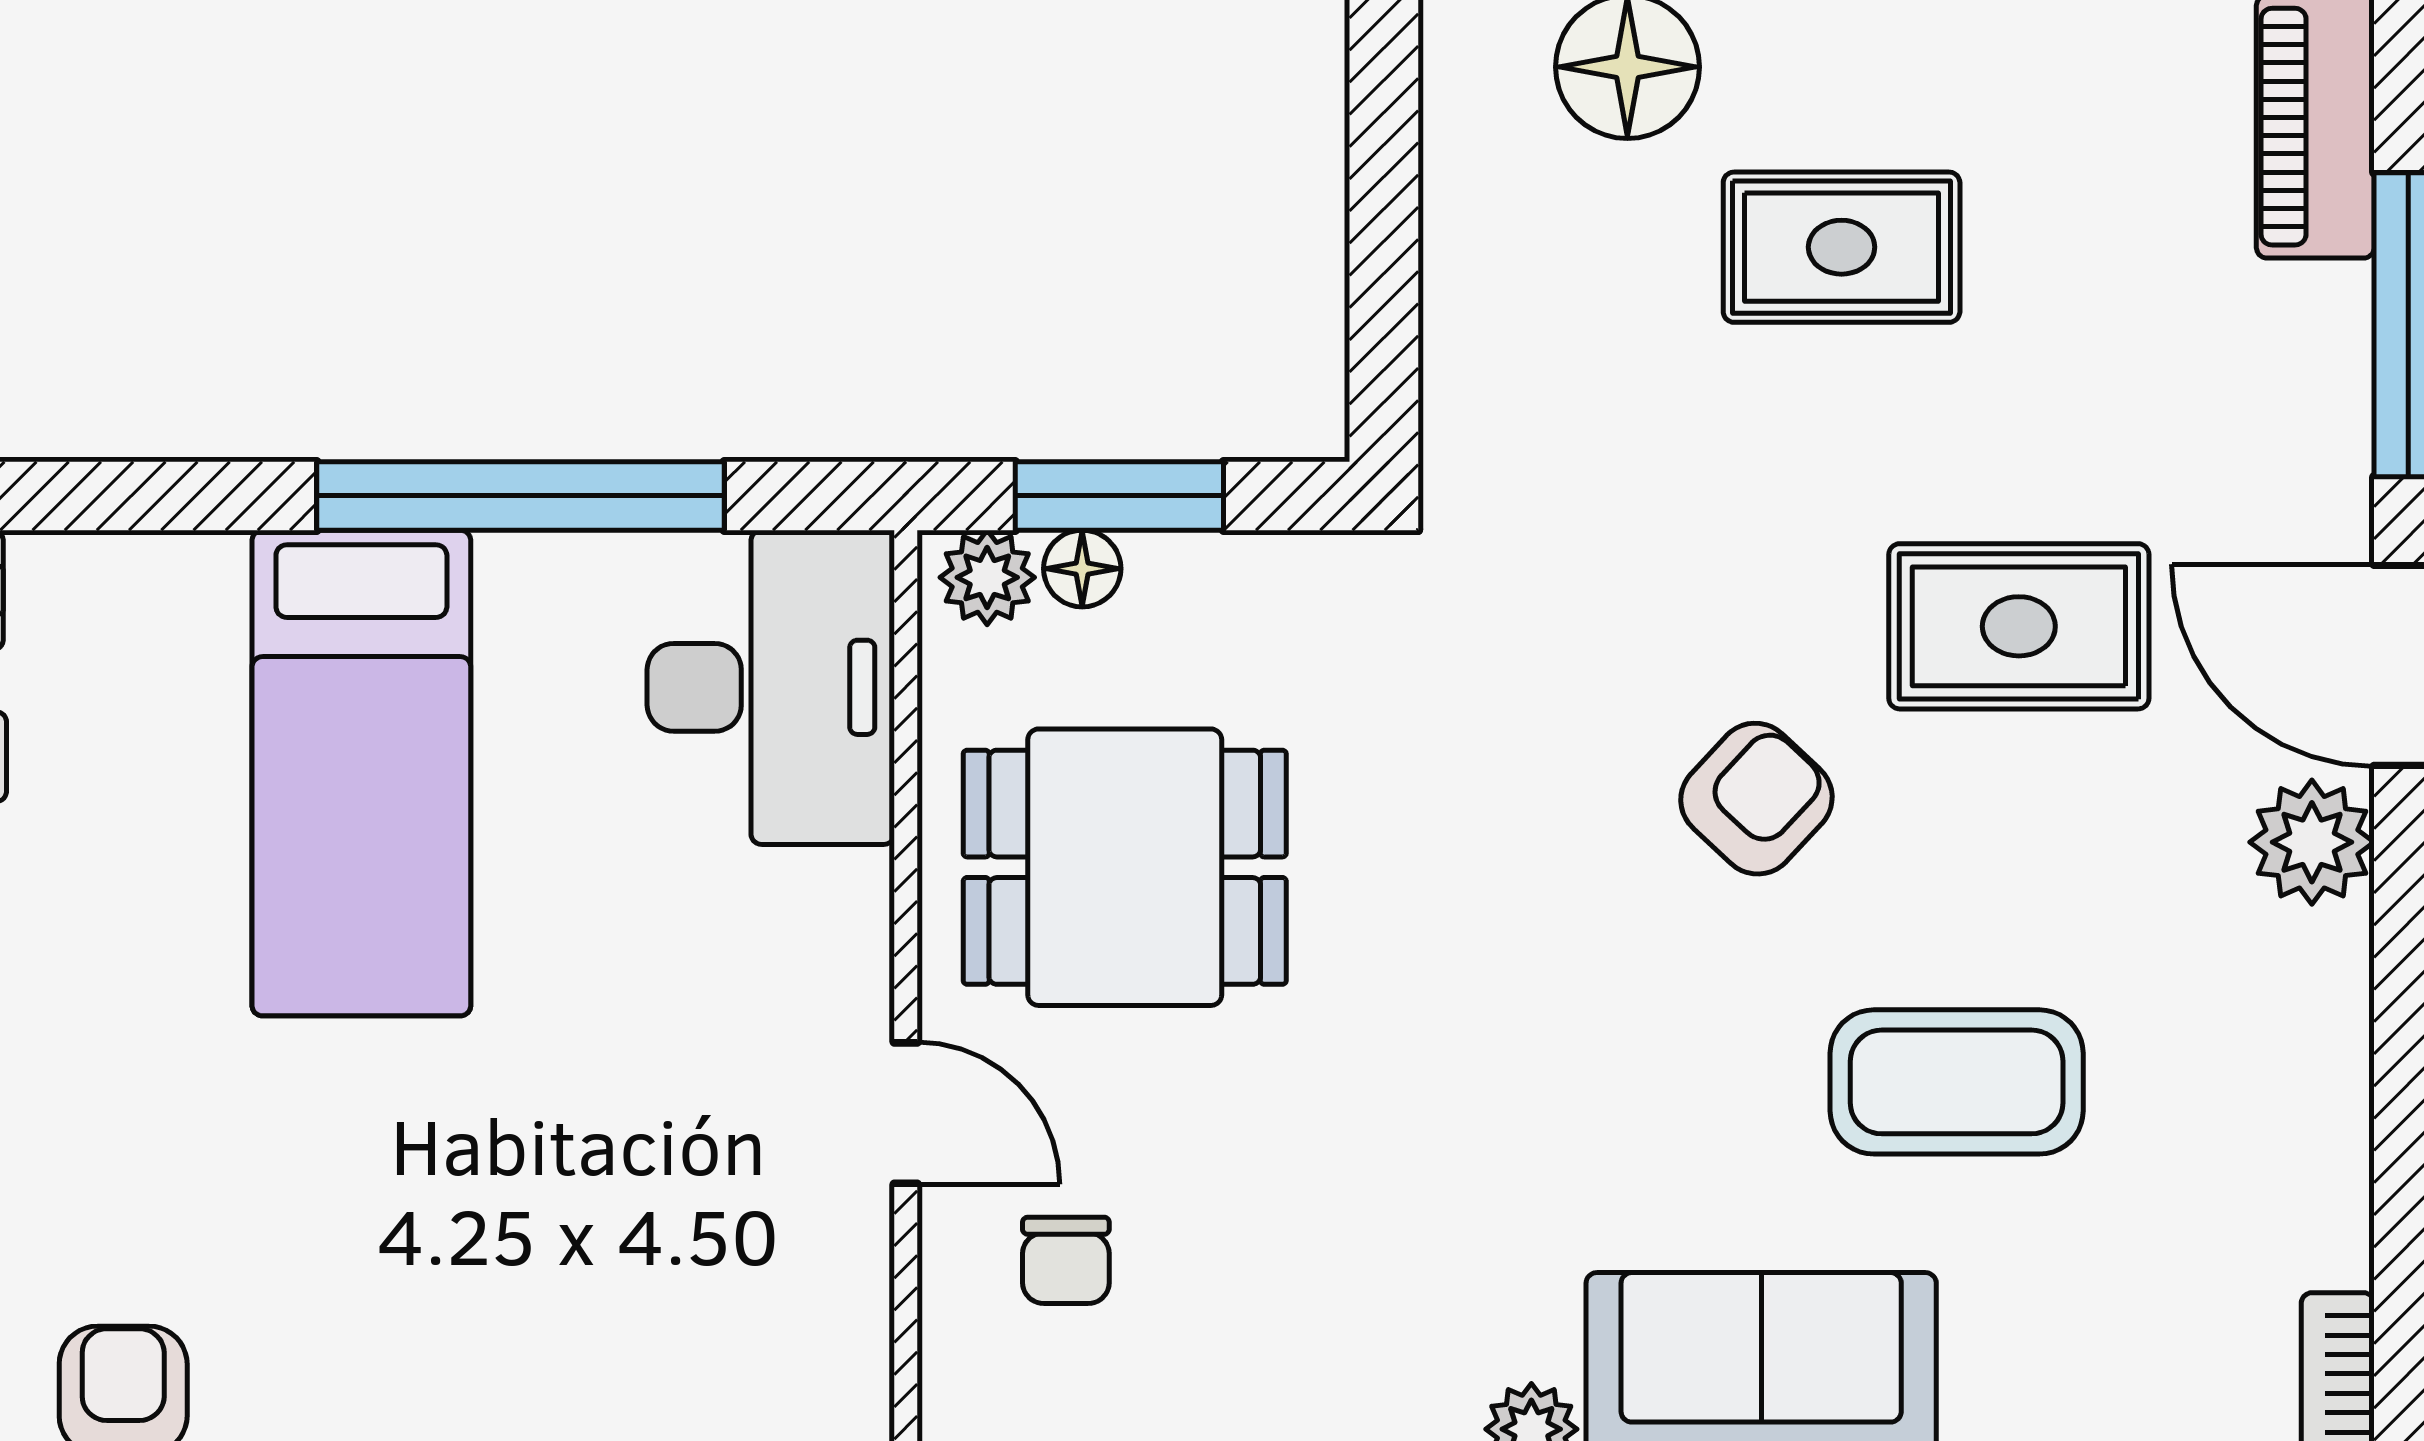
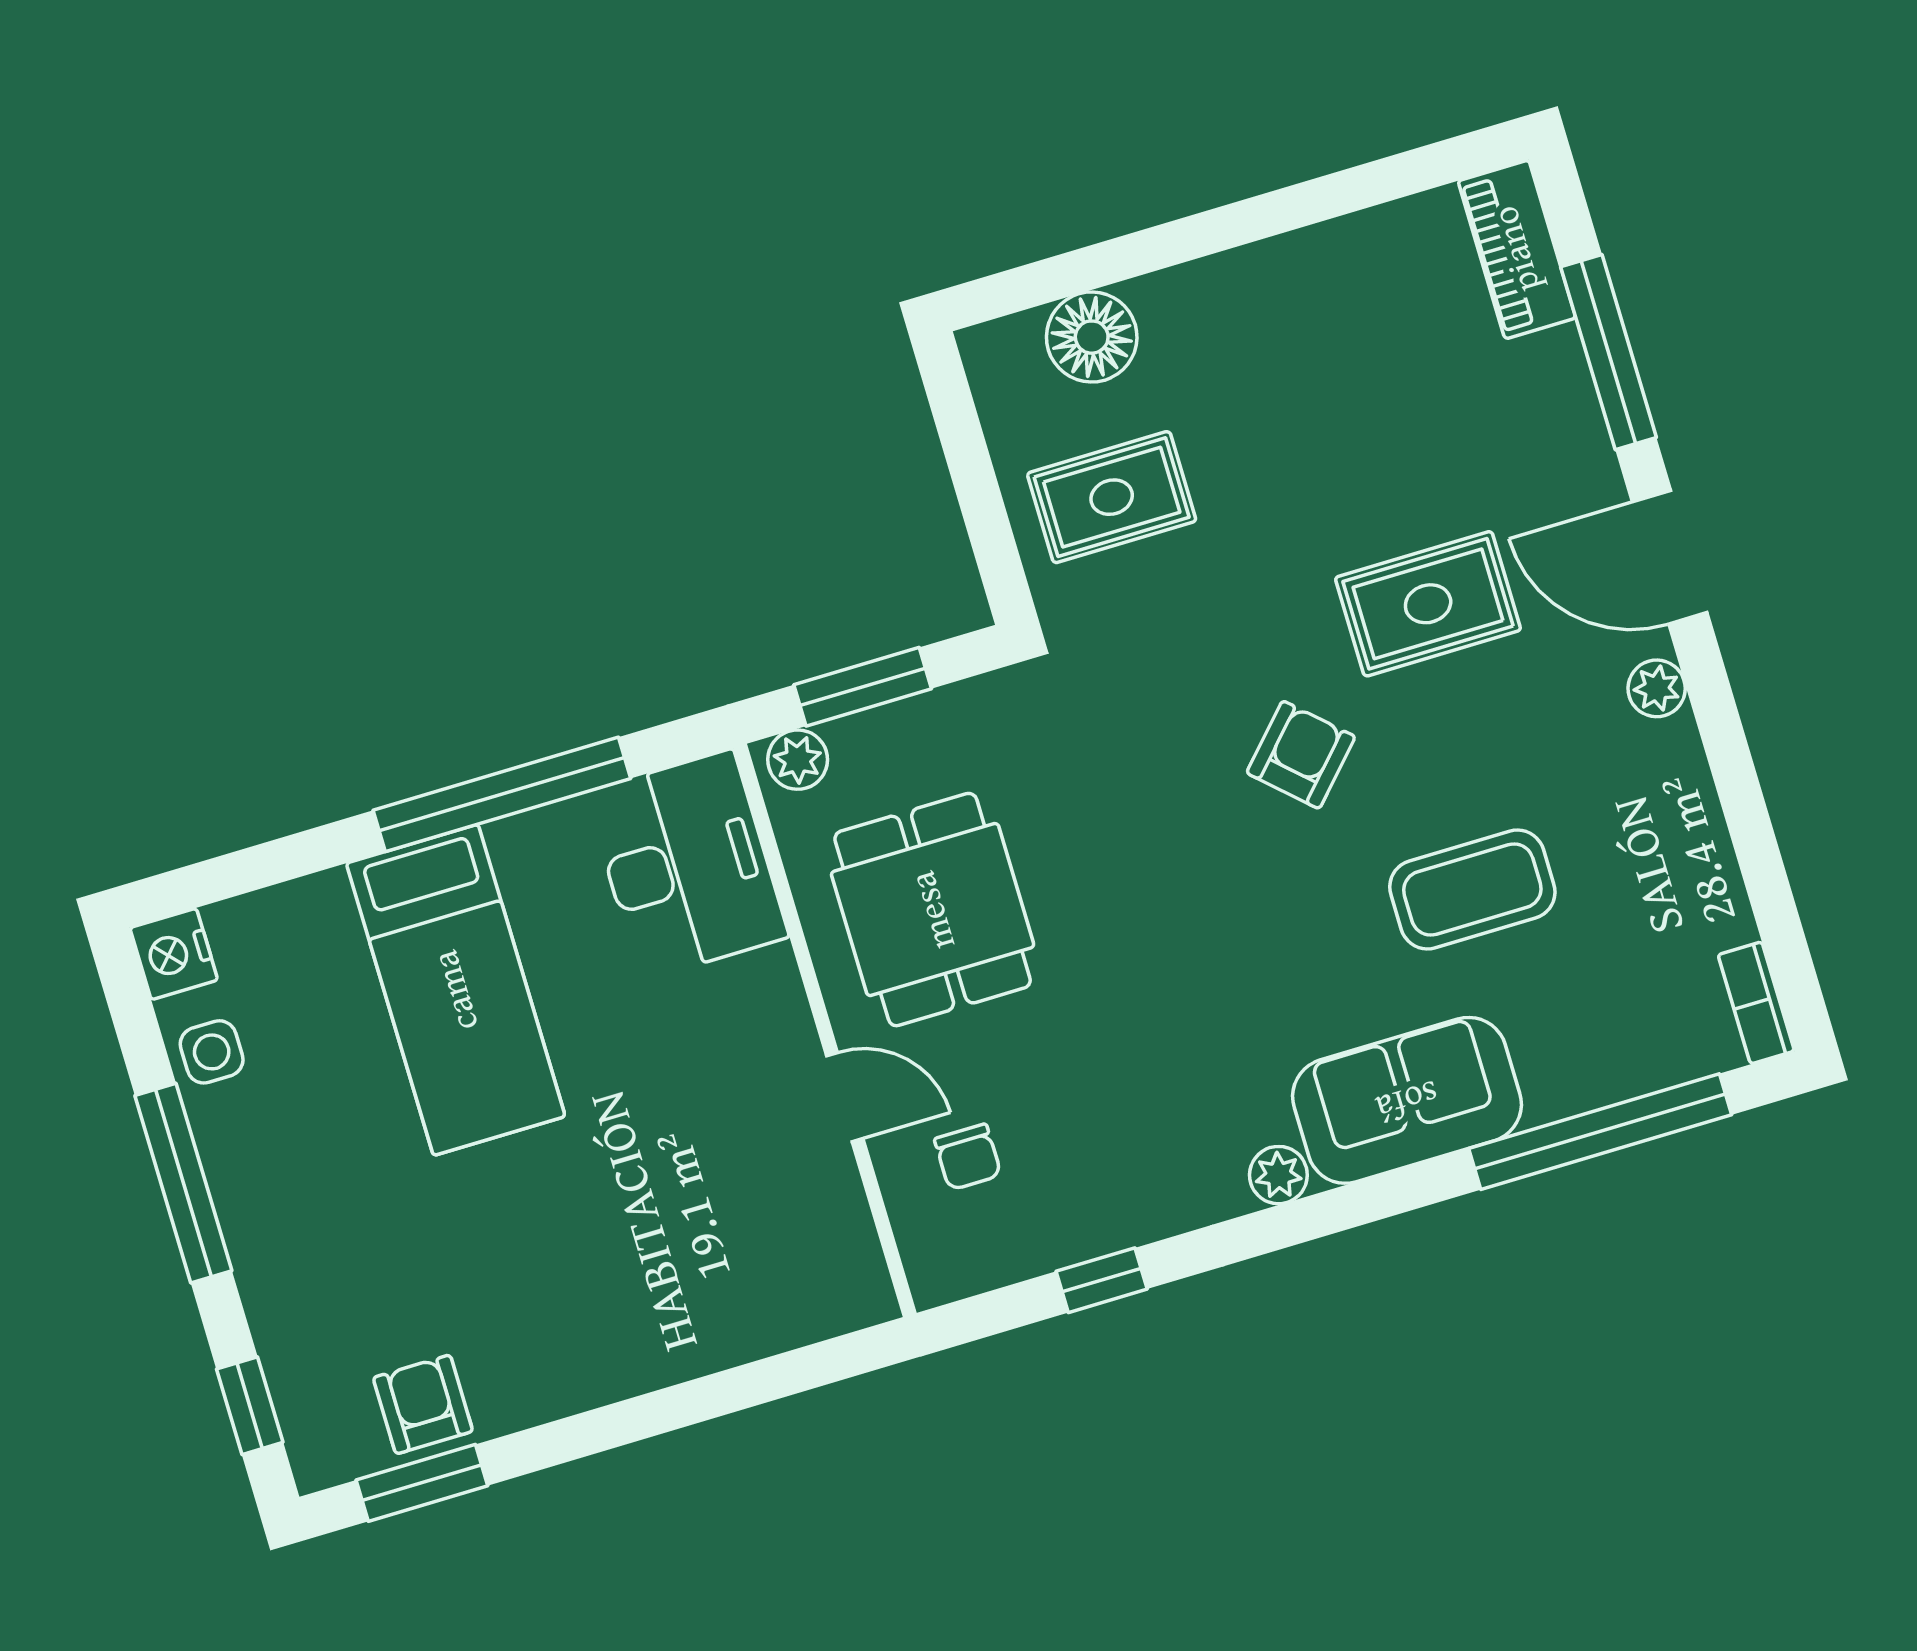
rug: (1842, 247) -> (1112, 497), moved
floor lamp: (1082, 569) -> (853, 737), removed
plant: (2312, 842) -> (1657, 688), width x0.73, depth x0.73
dining table: (1125, 867) -> (933, 910), turned 90

